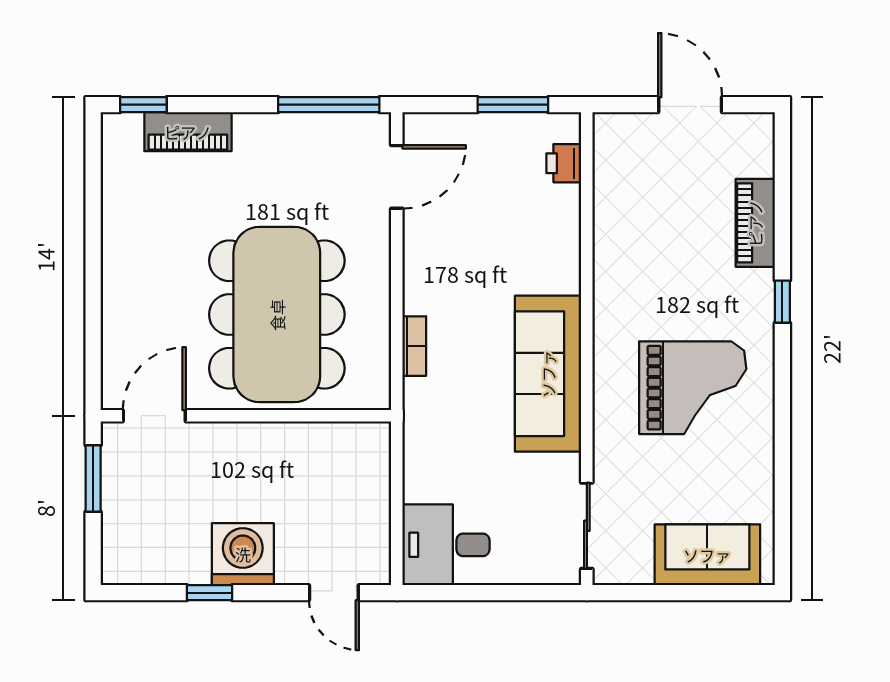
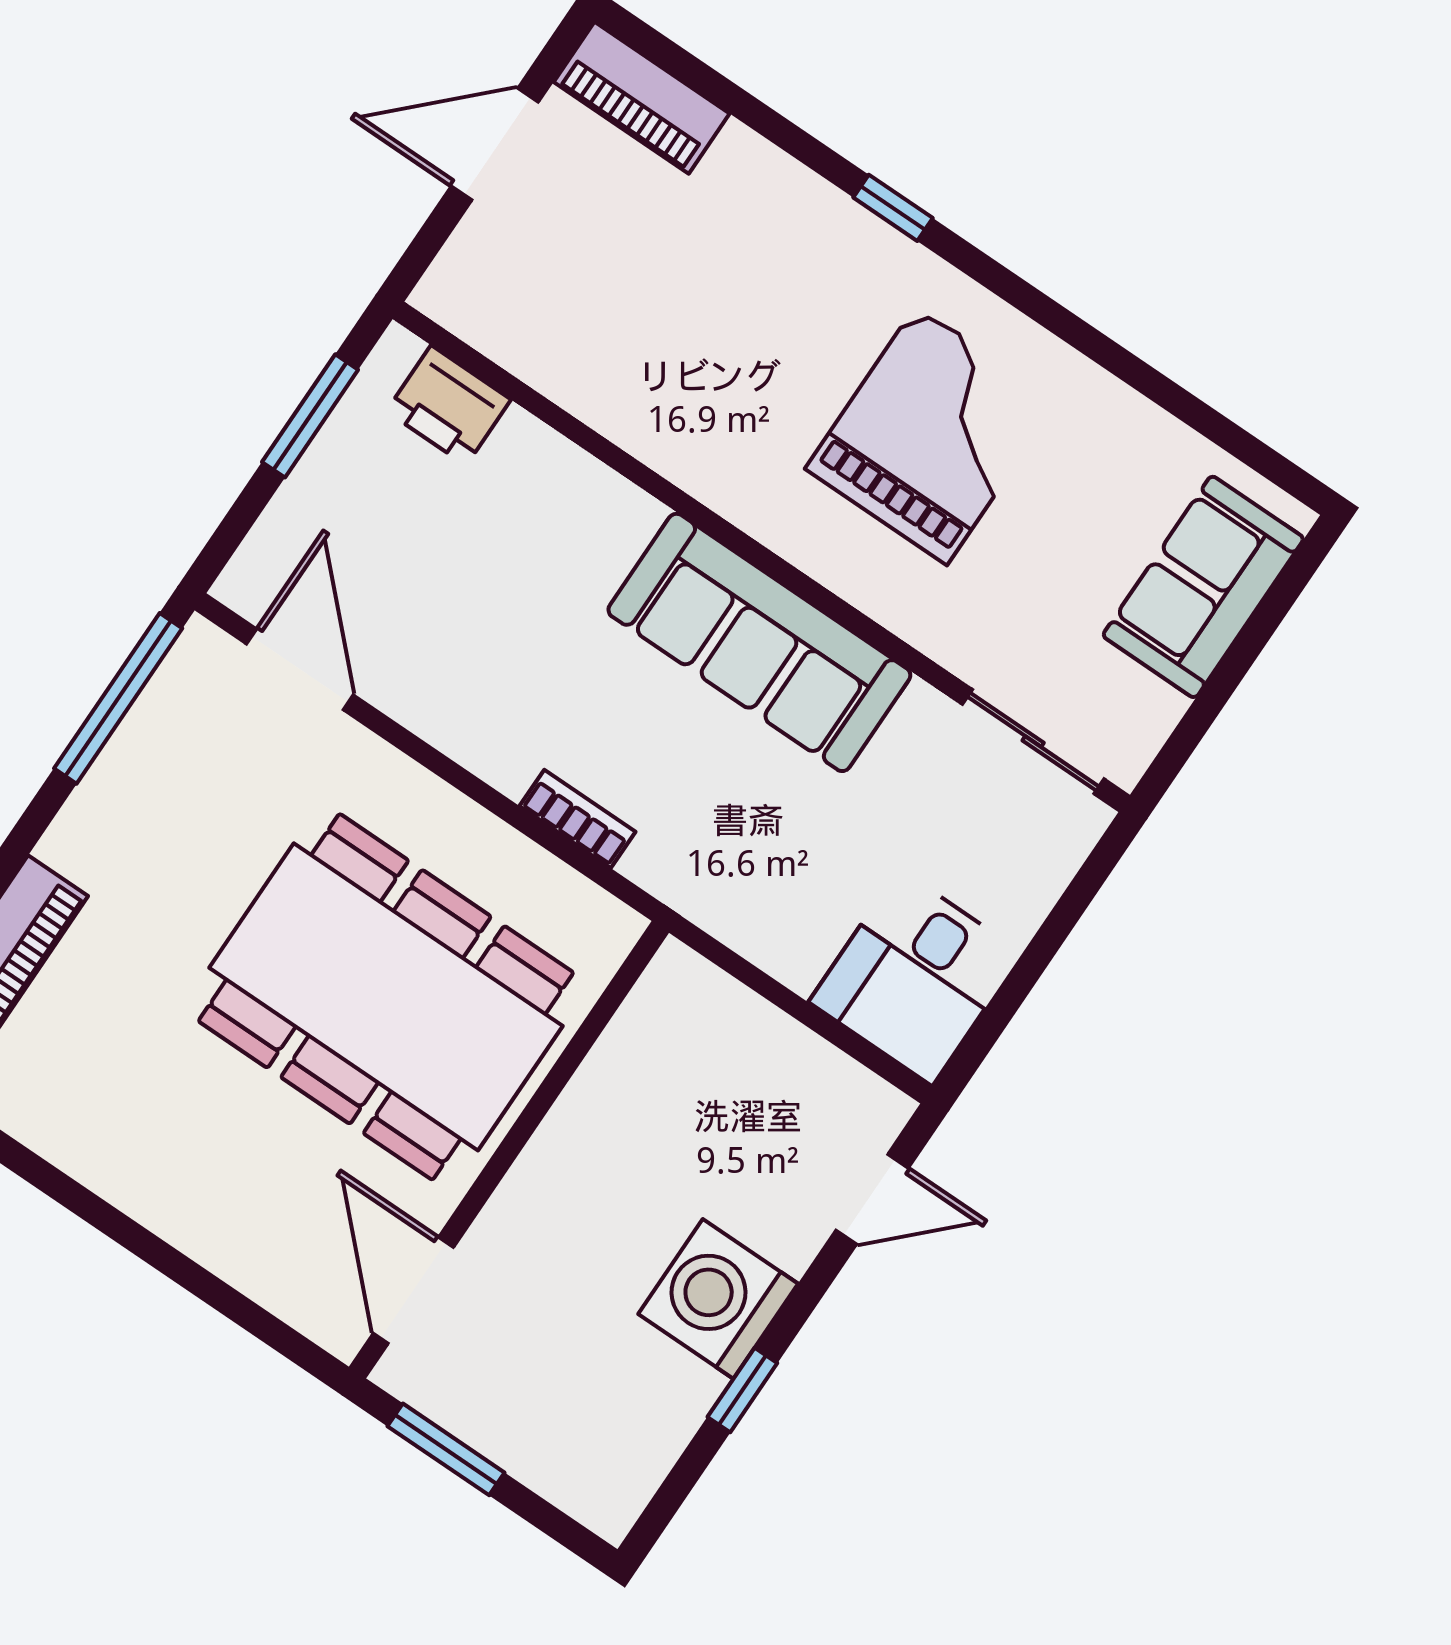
printer: (564, 163) -> (449, 405), width x1.36, depth x1.24
piano: (755, 223) -> (642, 98), moved

